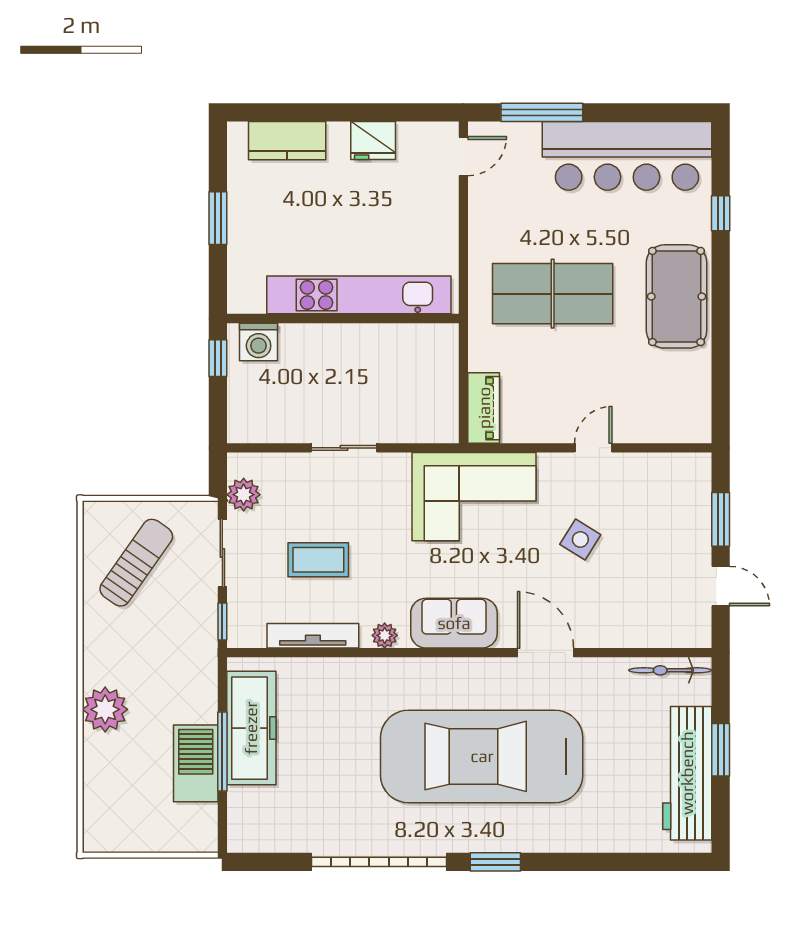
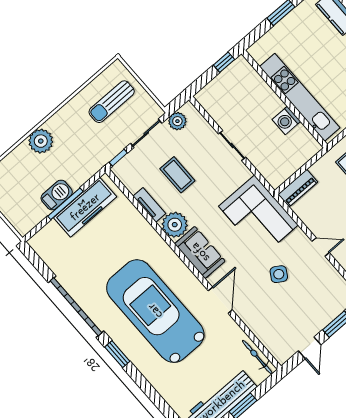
washing machine: (259, 342) -> (286, 120), moved
sun lounger: (136, 563) -> (112, 102), turned 145
plant: (385, 635) -> (175, 225), width x1.88, depth x1.88
tv unit: (313, 636) -> (149, 205), width x0.71
barbecue: (196, 763) -> (57, 195), width x0.73, depth x0.83

